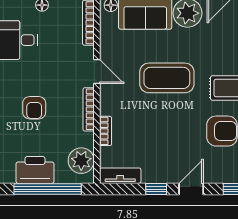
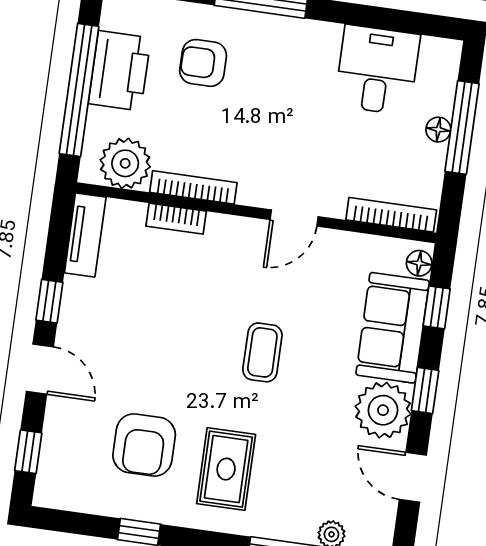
coffee table: (167, 78) -> (262, 352), width x0.54, depth x0.58
armchair: (34, 108) -> (203, 63), moved
bookcase: (89, 109) -> (193, 187), moved

